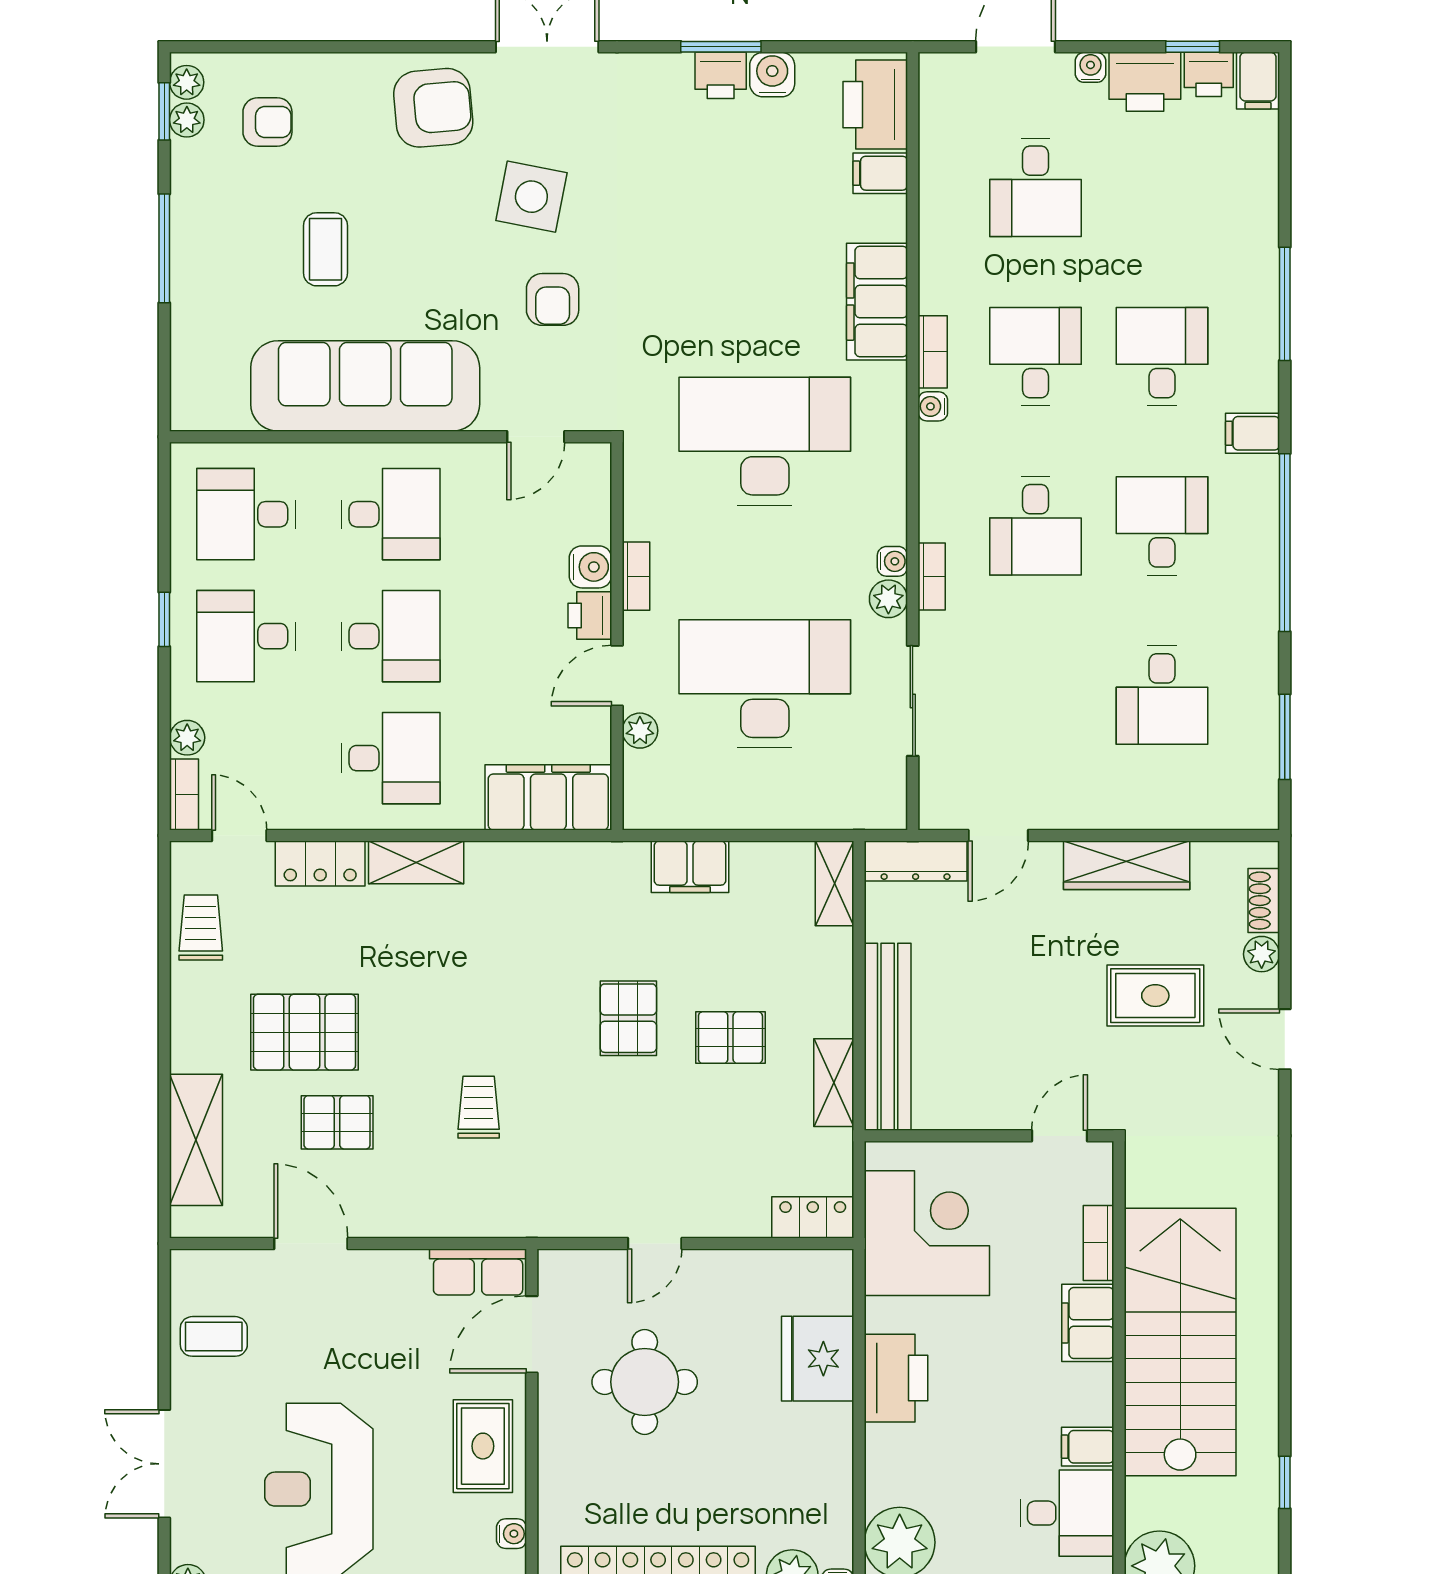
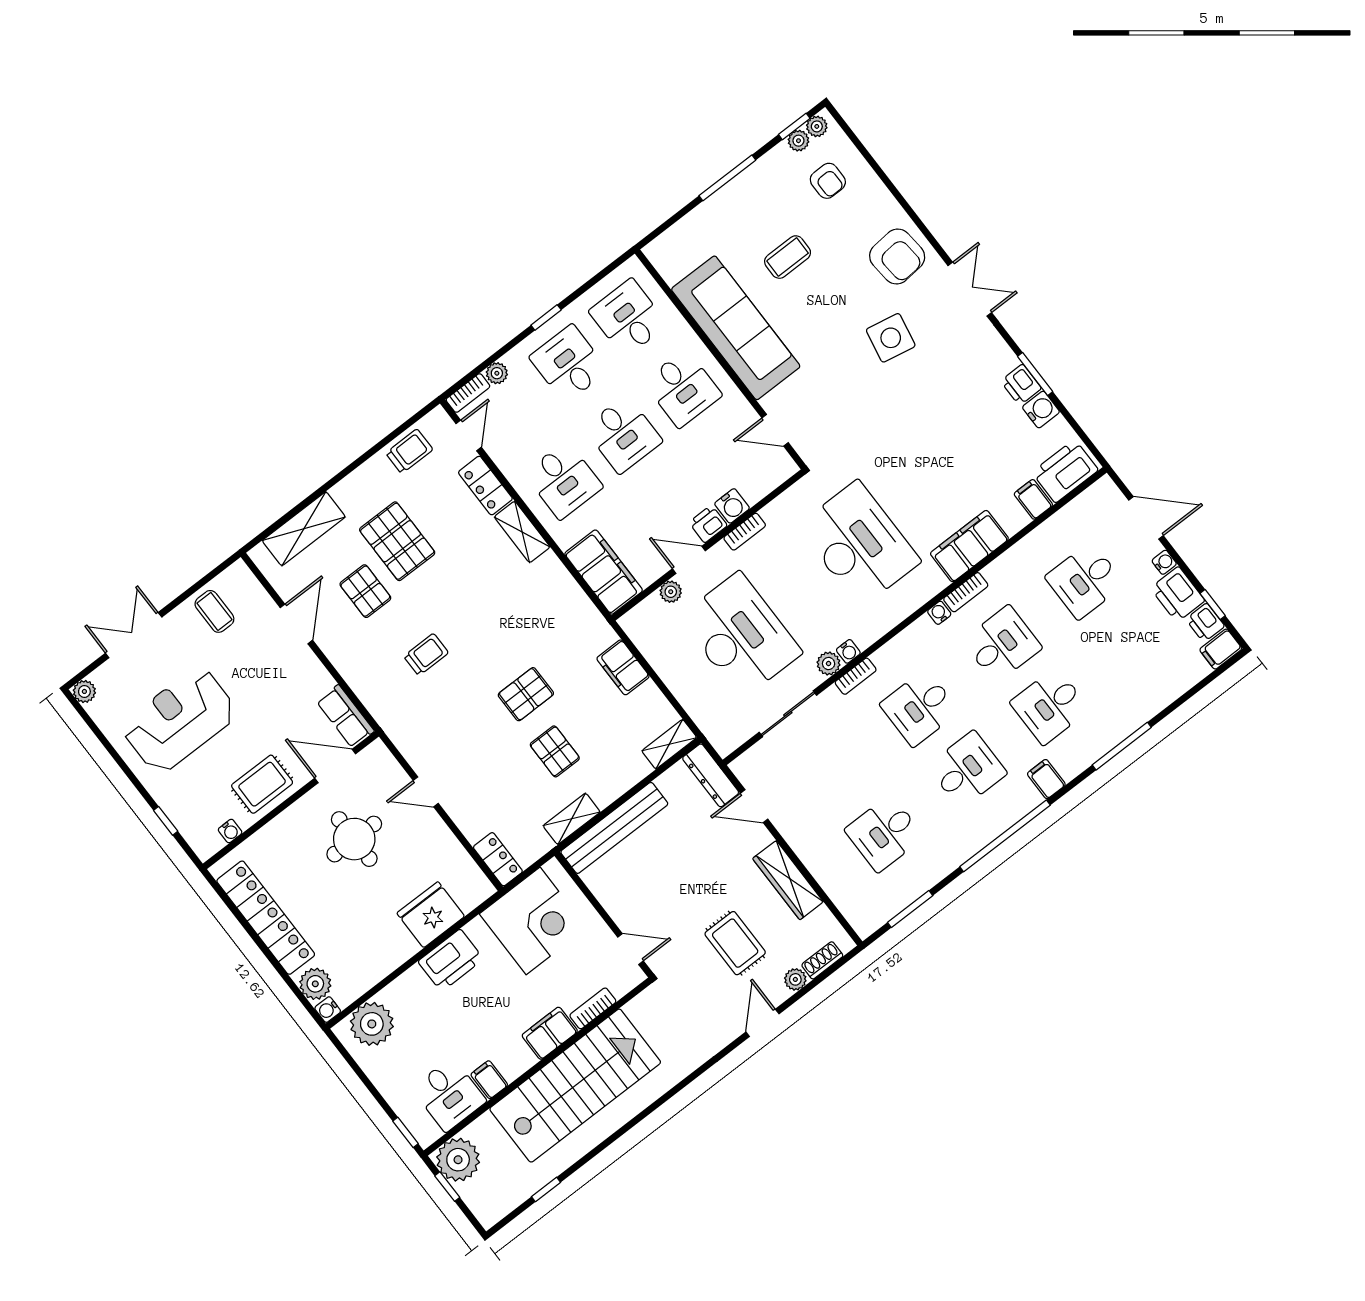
armchair: (553, 299) -> (848, 387), removed
desk: (1162, 357) -> (1050, 706), turned 180

